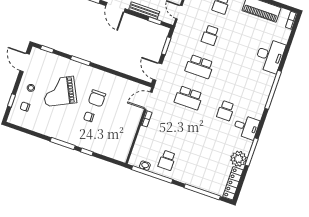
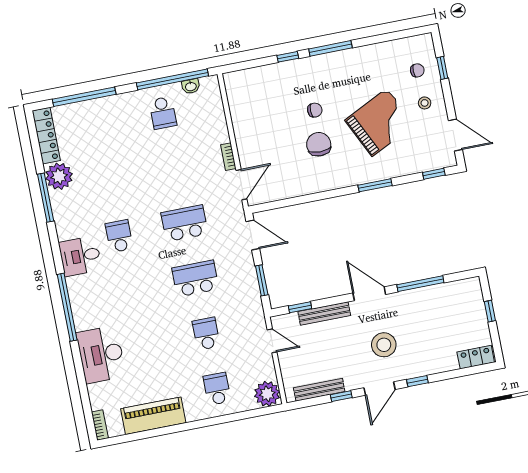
desk: (246, 127) -> (80, 256), moved
school desk: (167, 160) -> (163, 113), turned 180

